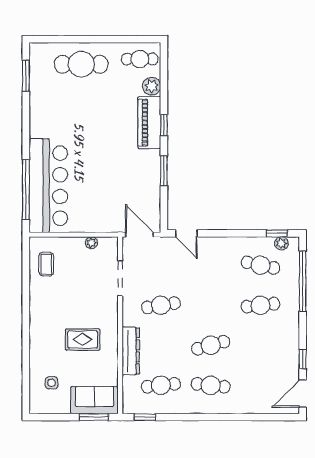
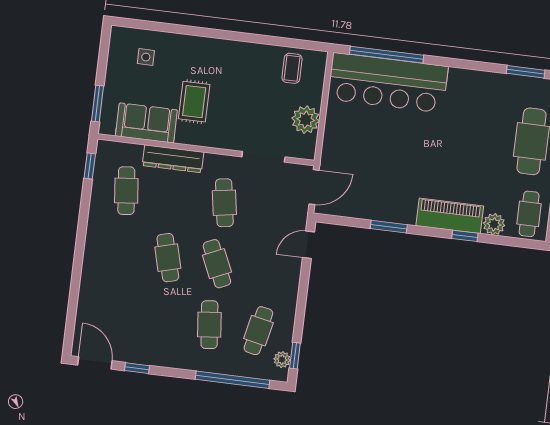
window: (164, 125) -> (465, 236), moved
plant: (91, 243) -> (306, 120), width x1.88, depth x1.88
coffee table: (46, 264) -> (292, 68), turned 90
cafe table: (211, 385) -> (217, 264), moved, turned -30
sofa: (94, 400) -> (146, 123), moved, turned -90

